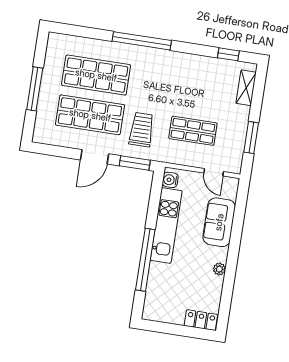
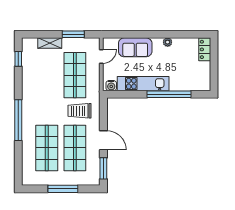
shelving: (246, 88) -> (50, 43), moved
shop shelf: (193, 131) -> (75, 75), width x1.43, depth x1.36
window: (135, 163) -> (103, 168), moved

